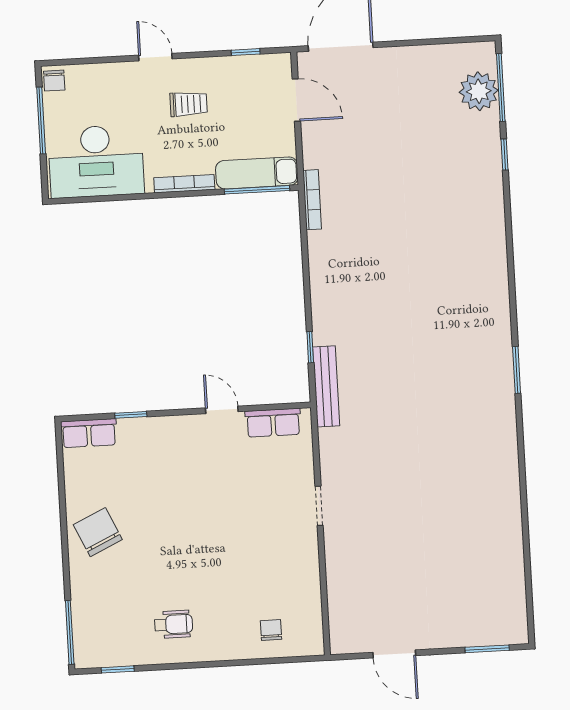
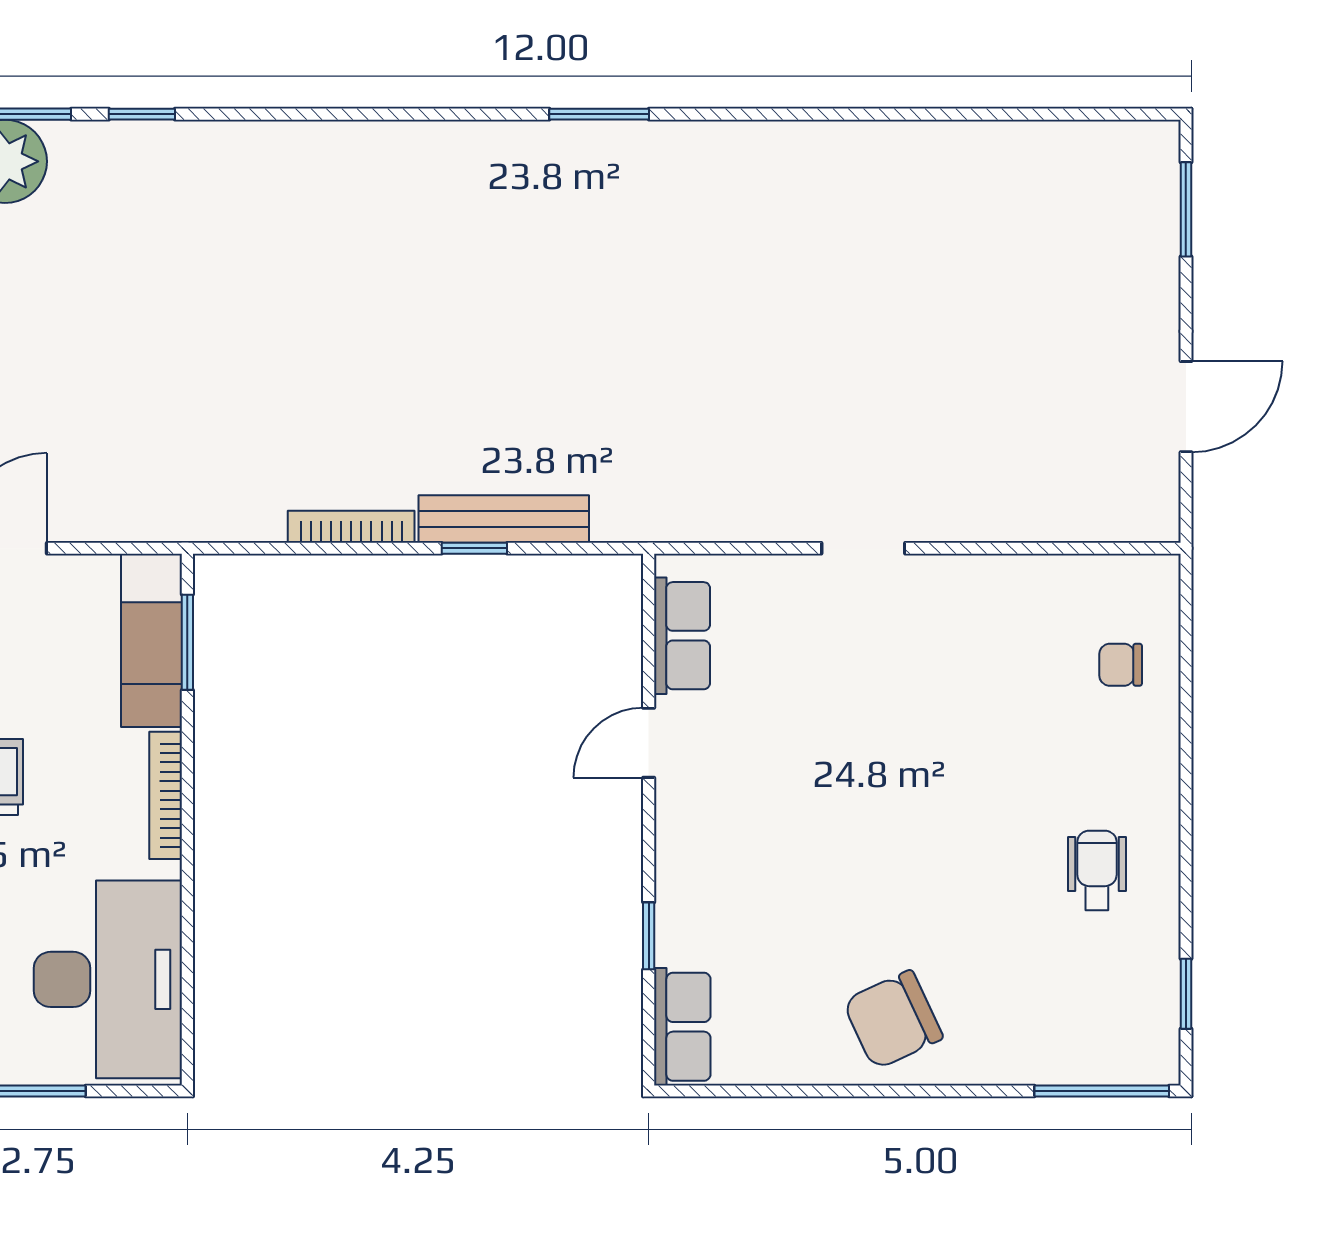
window: (257, 190) -> (187, 642), width x0.69
bookcase: (312, 200) -> (351, 527), moved
window: (310, 347) -> (474, 548), moved
bench: (326, 386) -> (504, 519), moved

